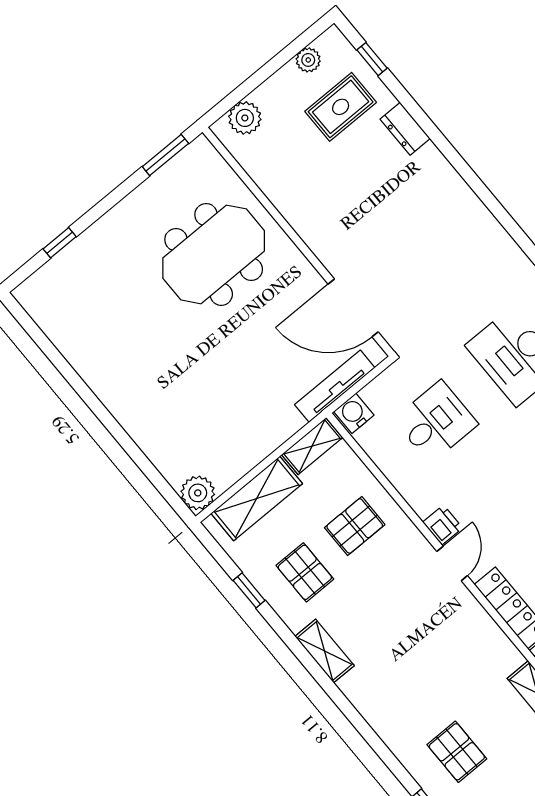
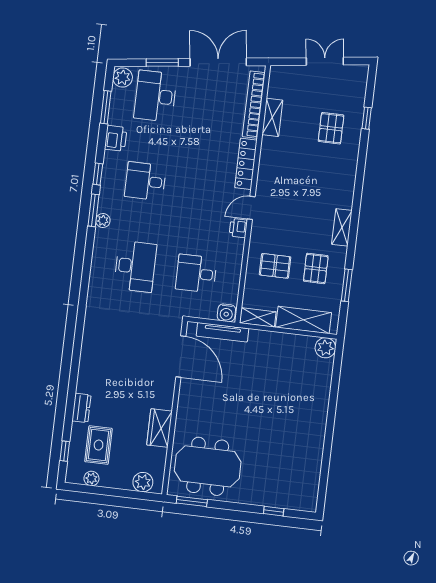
rug: (341, 107) -> (99, 445), turned 90
wardrobe: (291, 200) -> (159, 428), added
meeting table: (214, 254) -> (208, 466), moved
window: (249, 590) -> (347, 285), width x1.50

